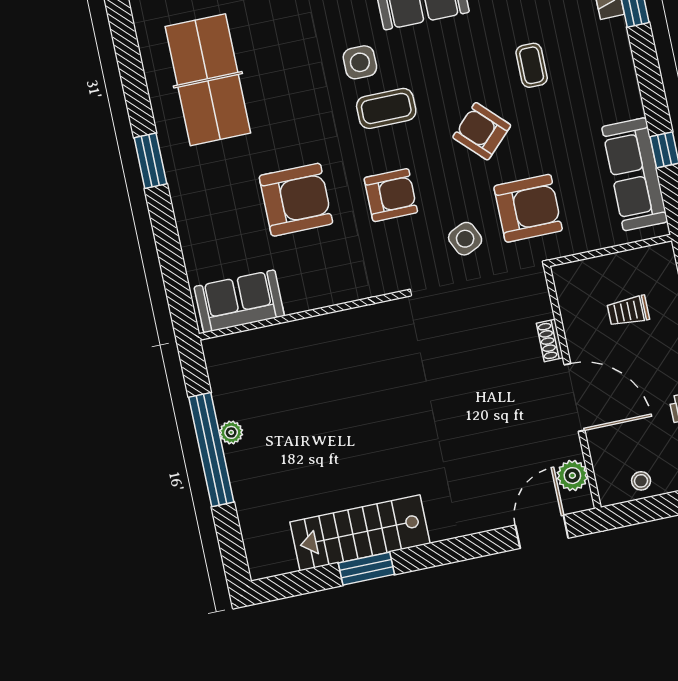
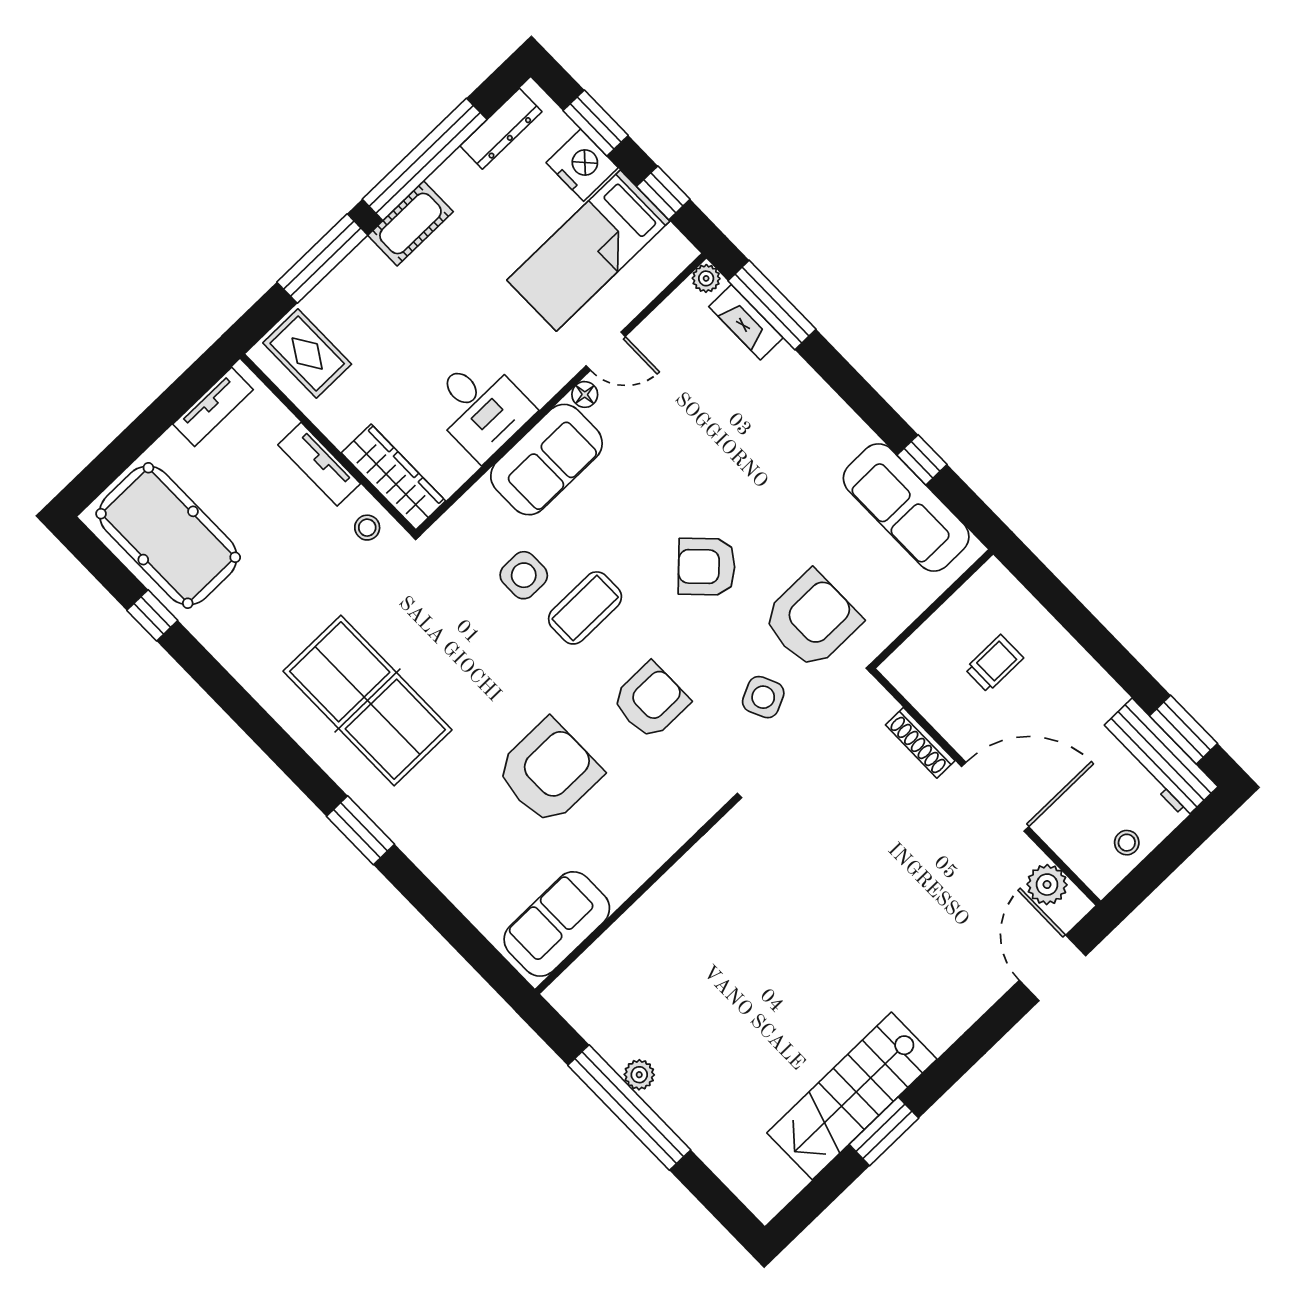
coffee table: (532, 65) -> (716, 459), removed
trolley: (628, 311) -> (994, 663), turned 180
shoe rack: (550, 341) -> (920, 743), width x1.43

